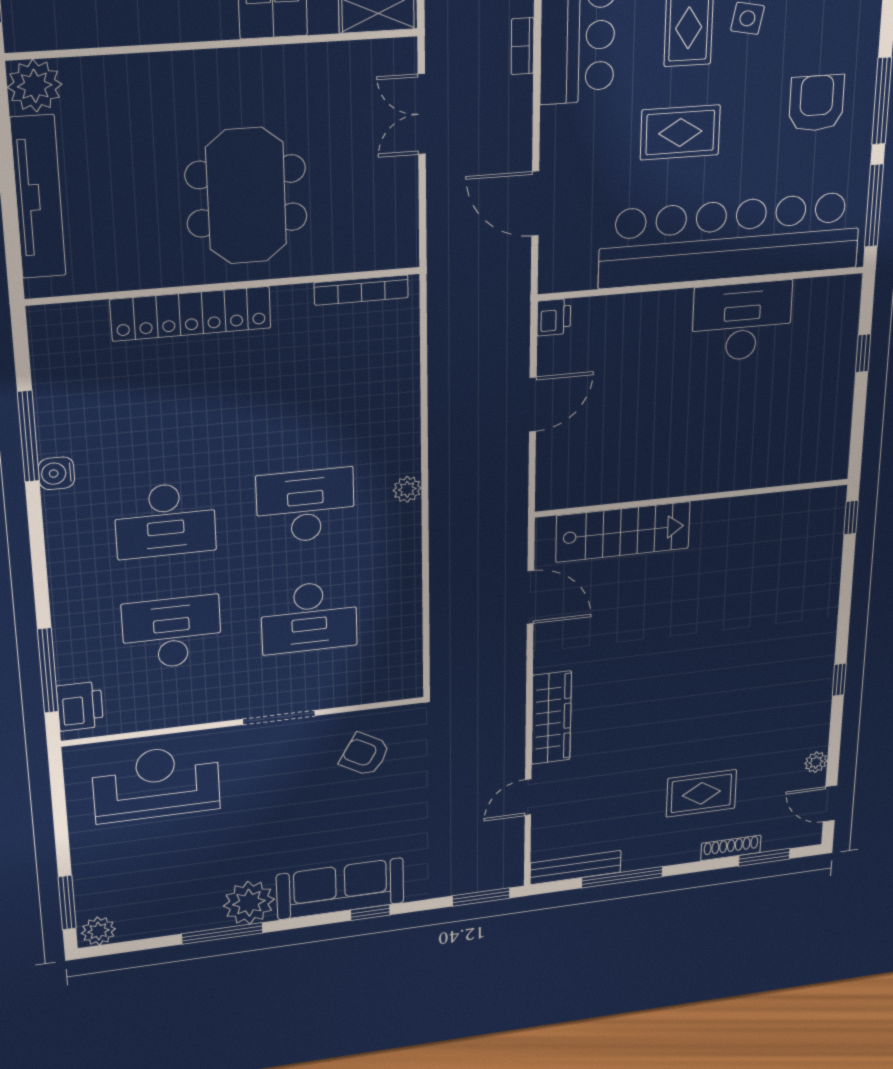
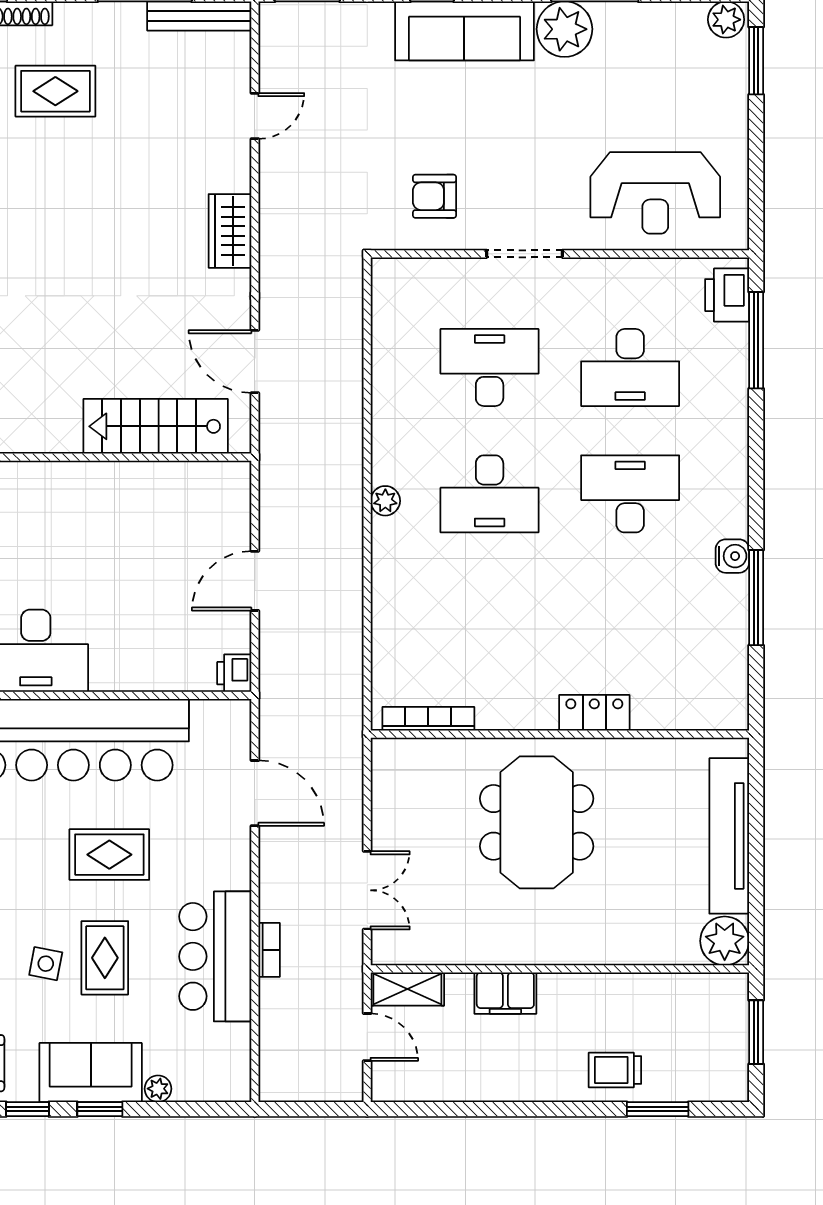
locker: (191, 314) -> (594, 713), width x0.46, depth x0.83
wardrobe: (551, 718) -> (230, 231), width x0.67
armchair: (365, 754) -> (434, 196), turned 150

